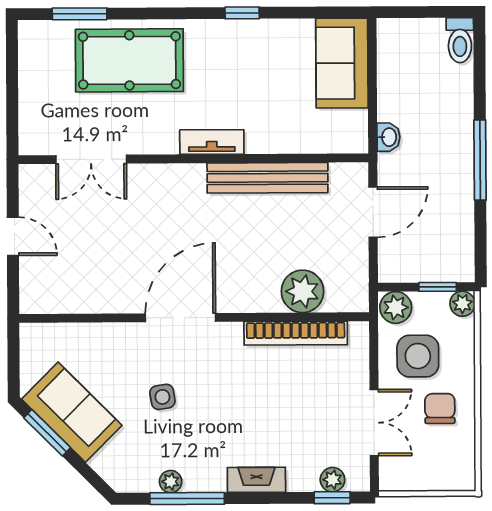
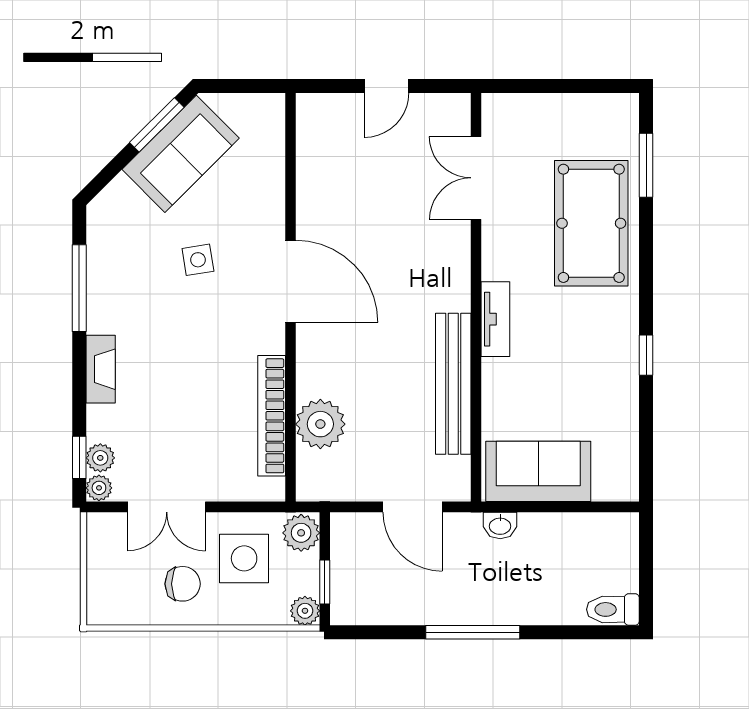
sofa: (342, 63) -> (538, 471), moved
plant: (171, 482) -> (99, 488), moved

